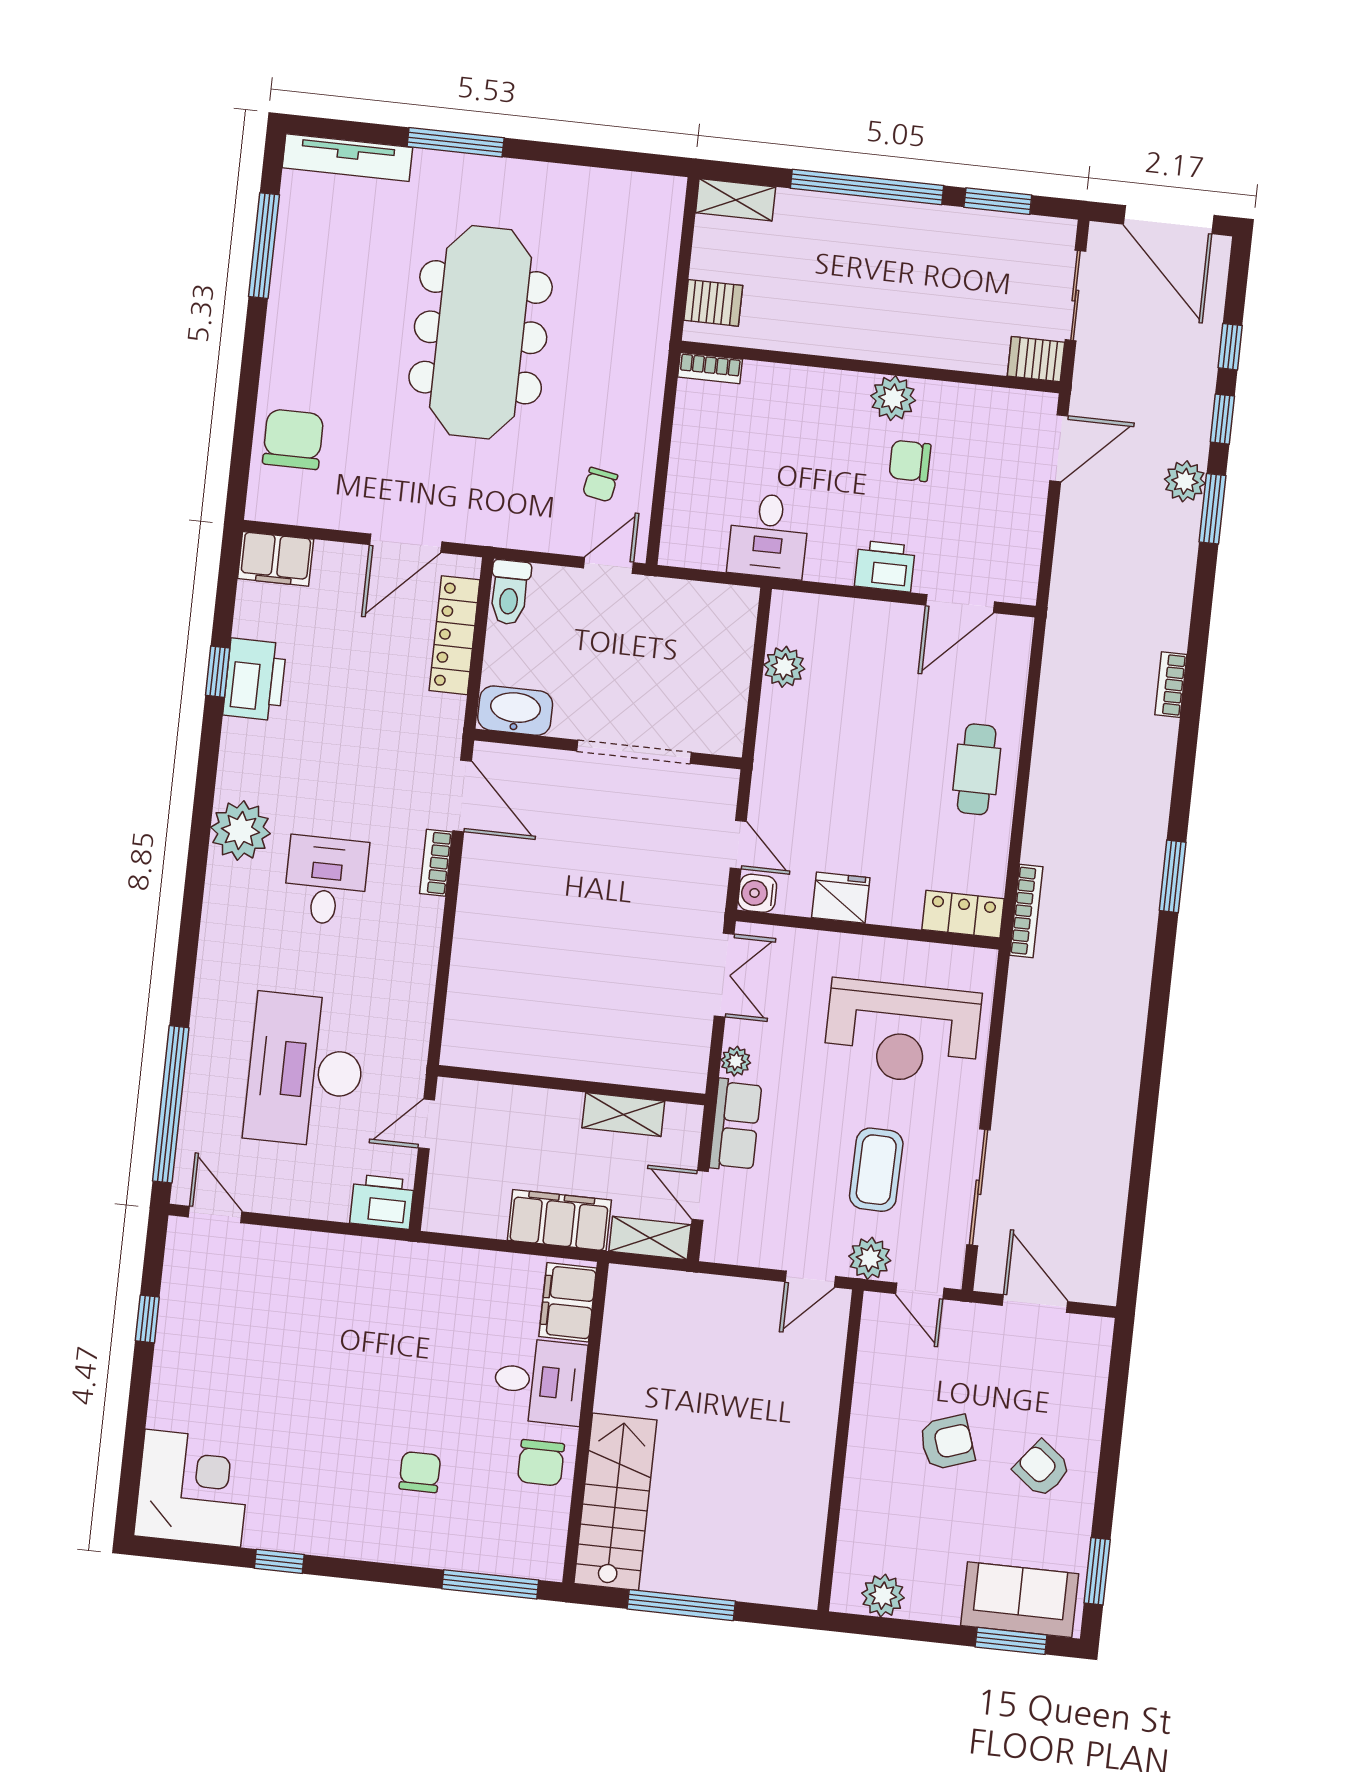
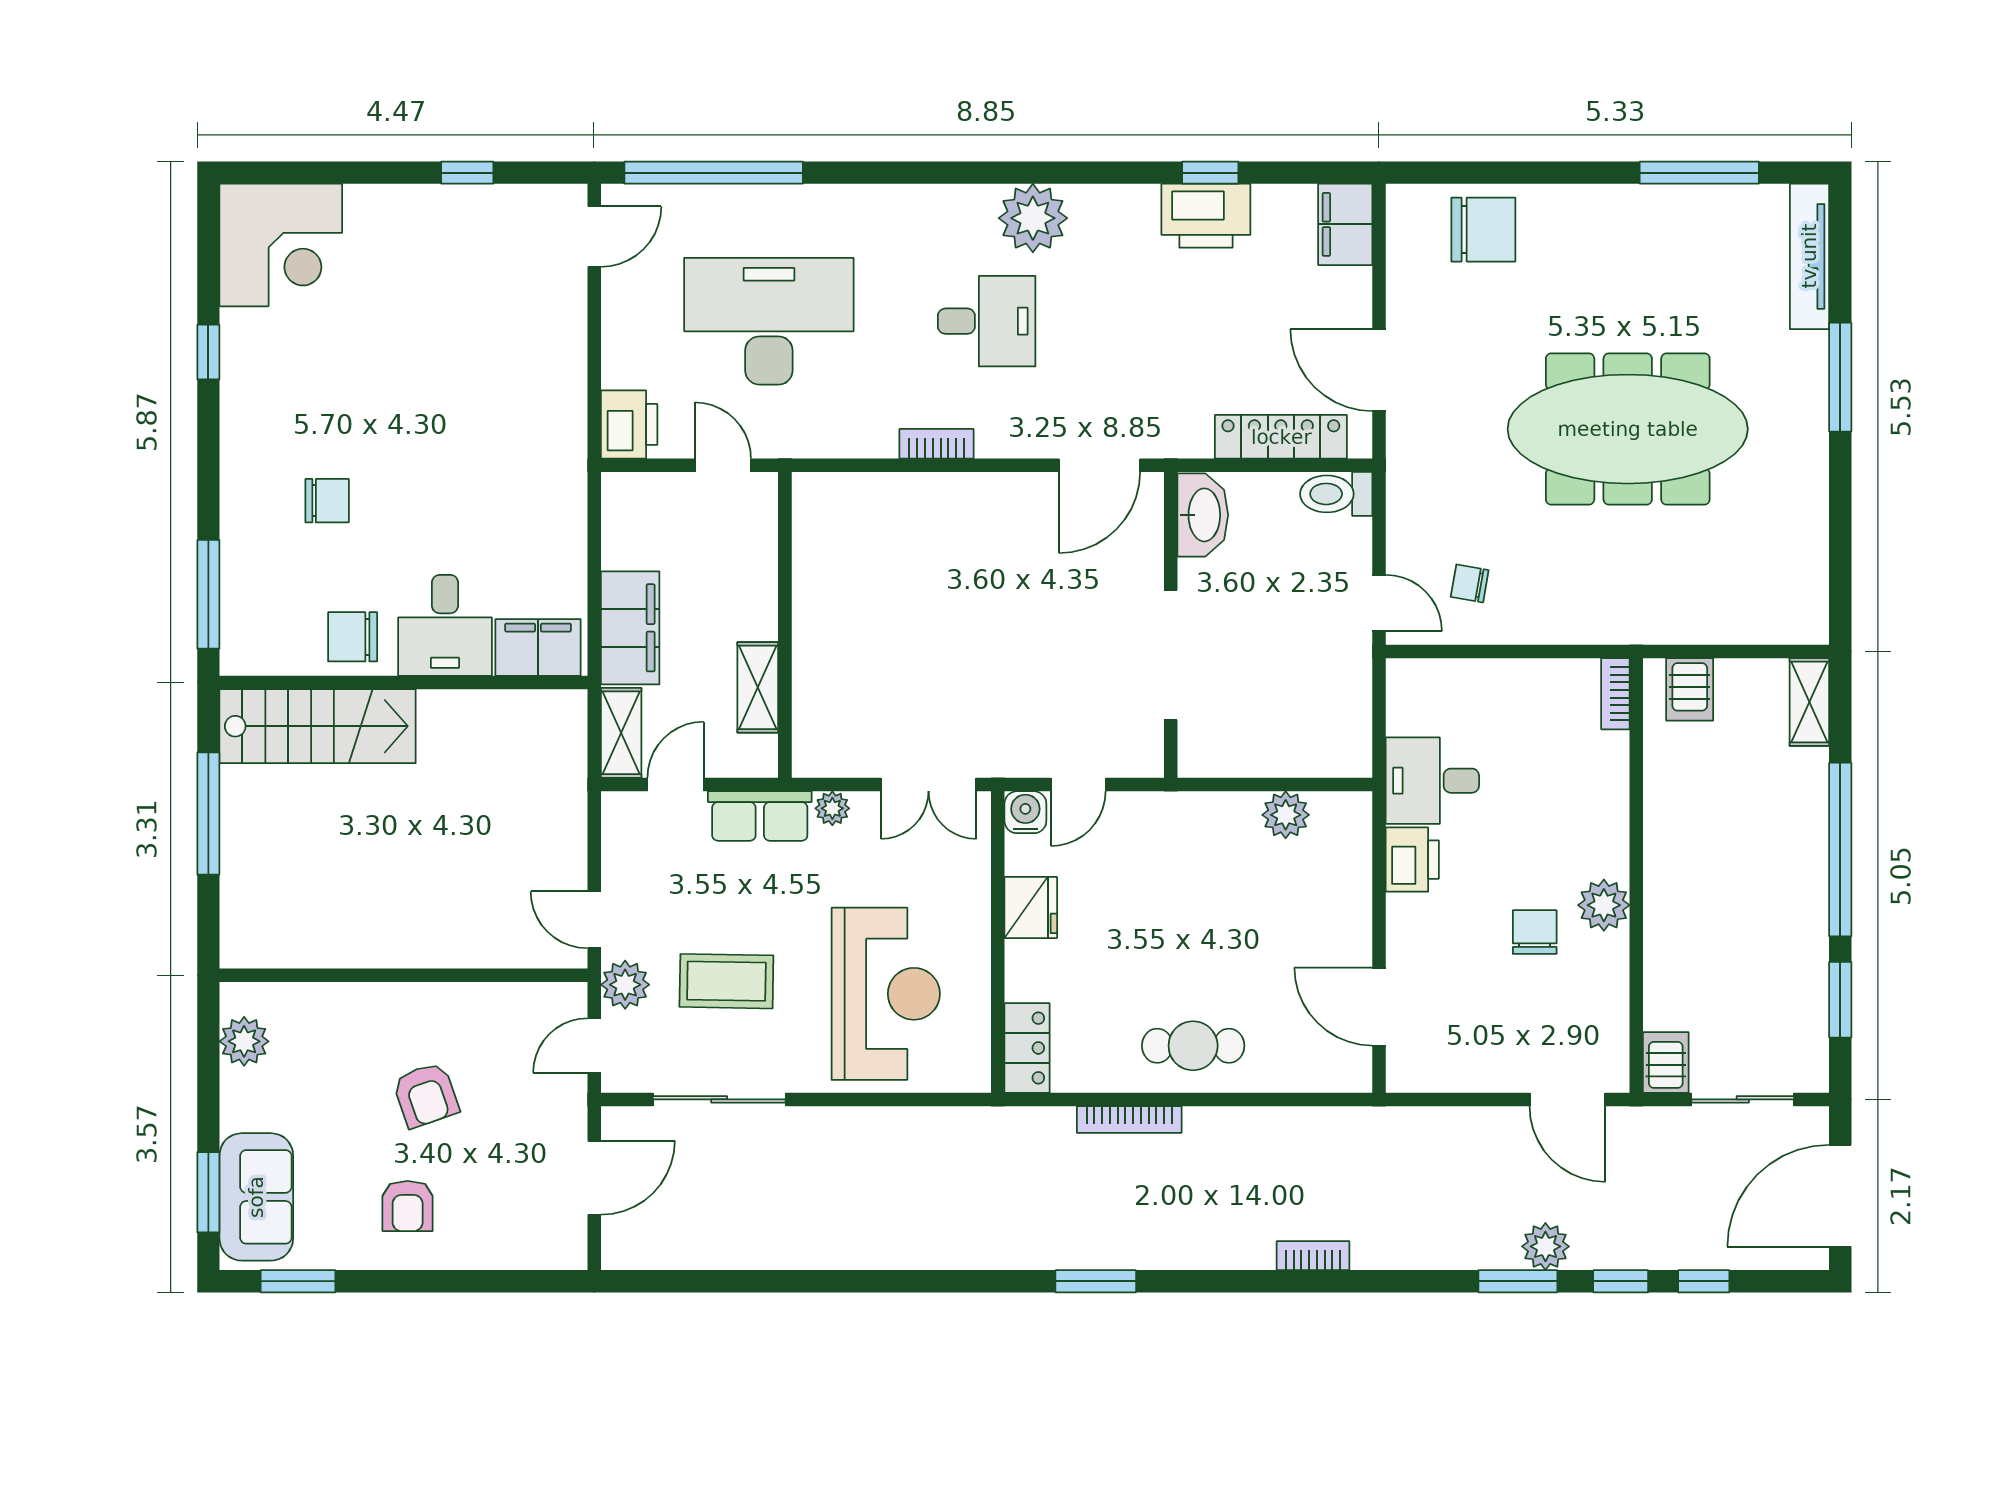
printer: (885, 566) -> (1412, 860), moved
bookcase: (436, 863) -> (937, 444), moved
bookcase: (1026, 911) -> (1129, 1119), moved
reception desk: (902, 1032) -> (886, 994), turned 180
armchair: (1042, 1469) -> (408, 1206), turned 142

